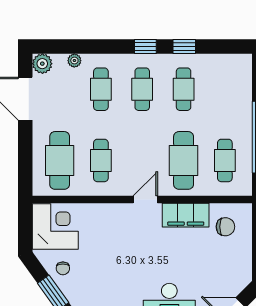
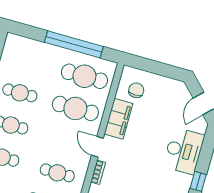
cafe table: (225, 160) -> (84, 76), width x1.37, depth x1.35
bookcase: (115, 209) -> (98, 172), added

